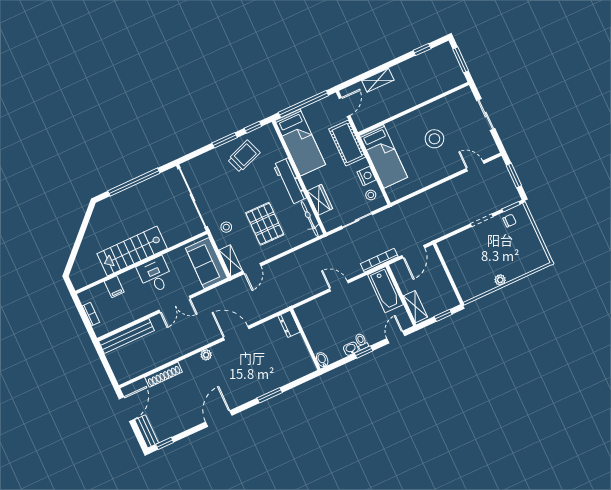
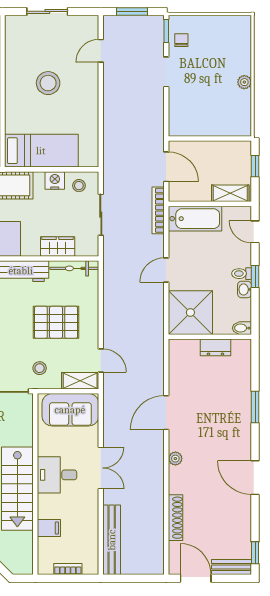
shower: (316, 317) -> (190, 313), added
dresser: (289, 324) -> (215, 347), moved

